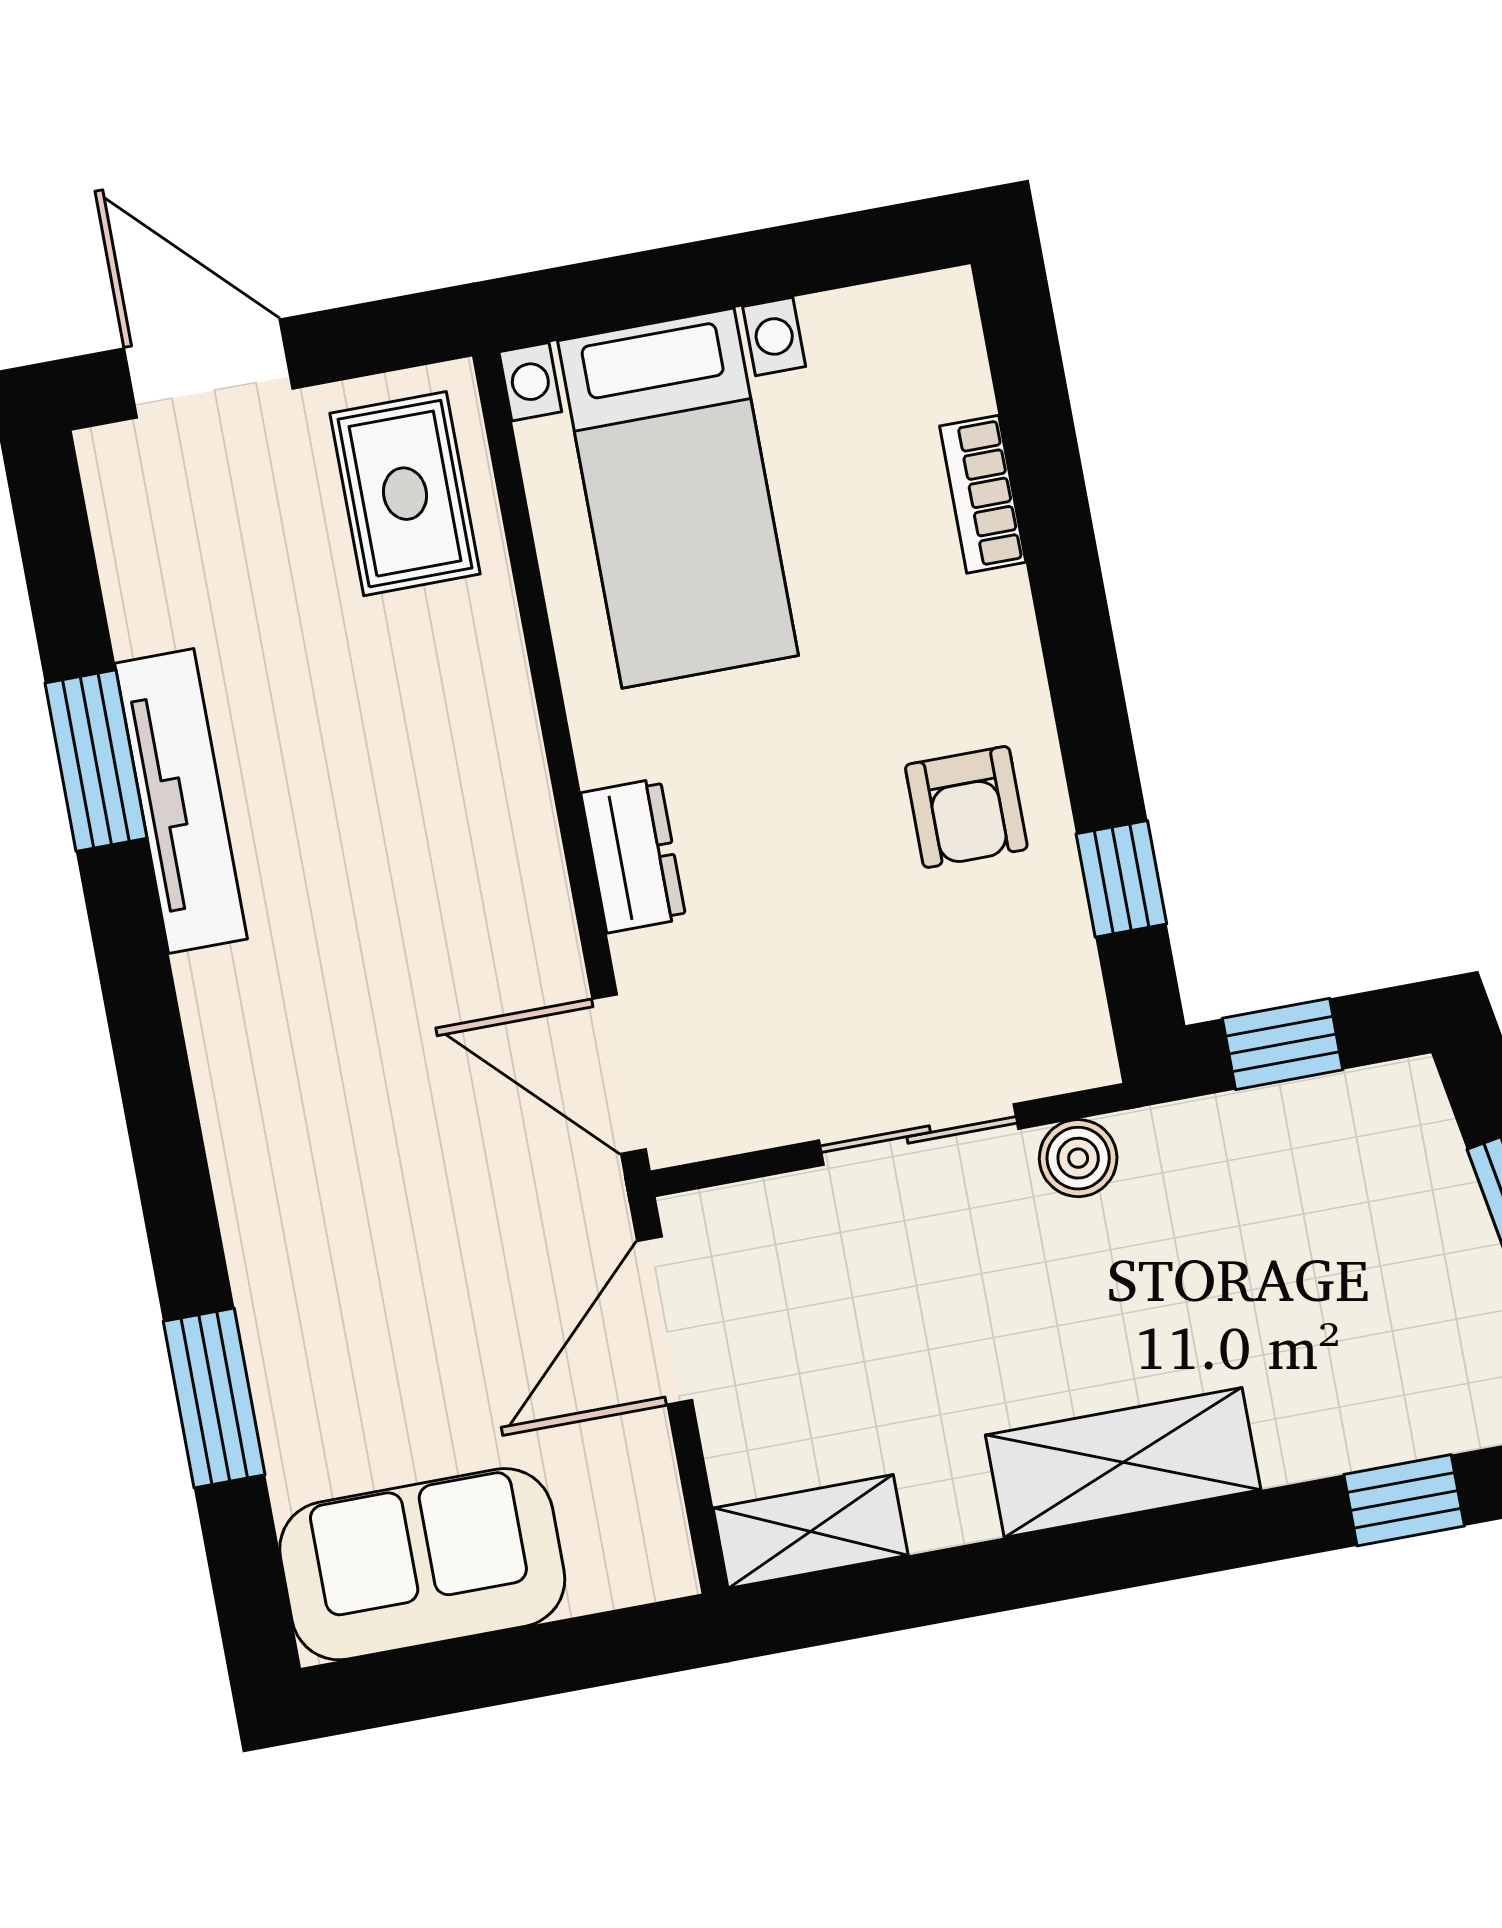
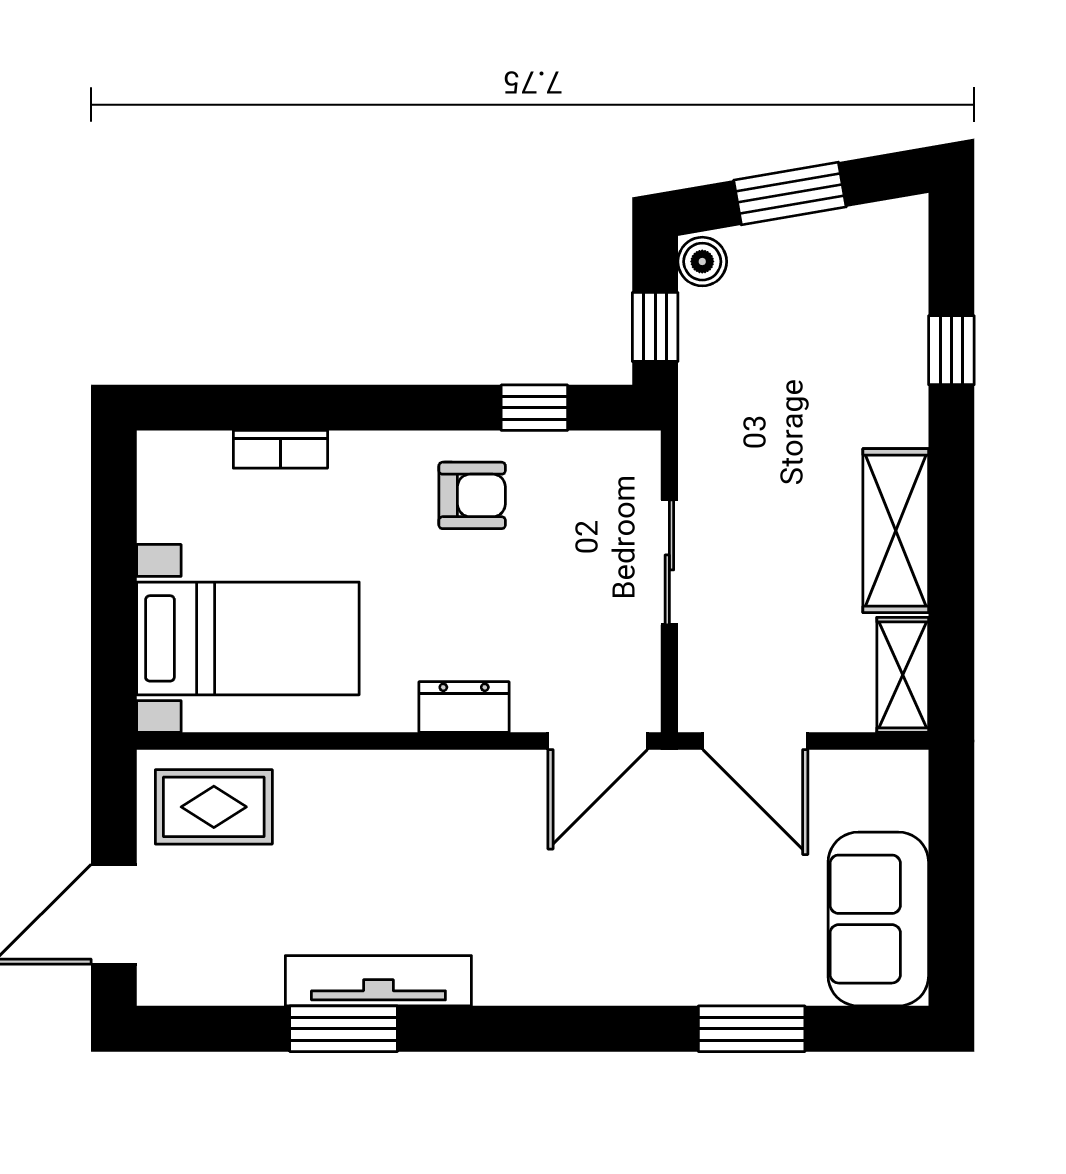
boiler: (1078, 1158) -> (702, 262), moved
shelving: (1123, 1462) -> (896, 531), moved
window: (1404, 1500) -> (951, 350), moved

